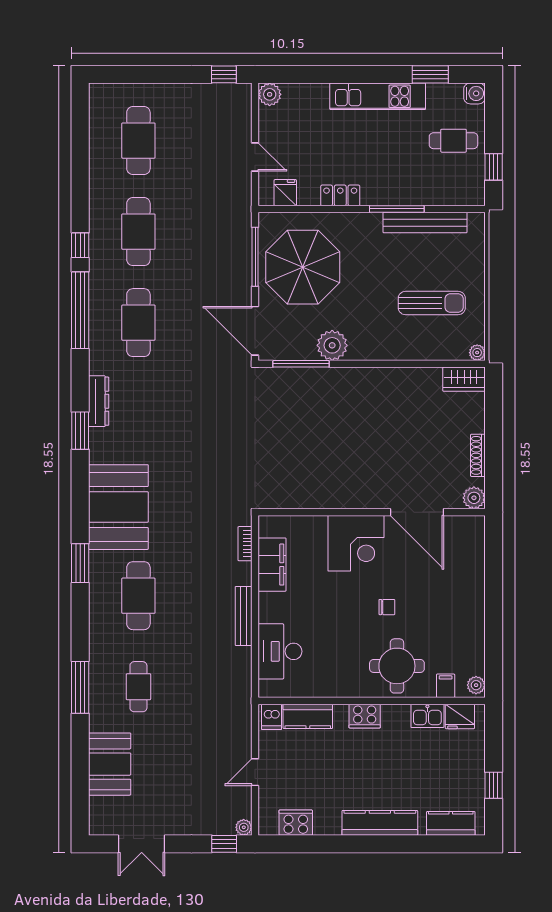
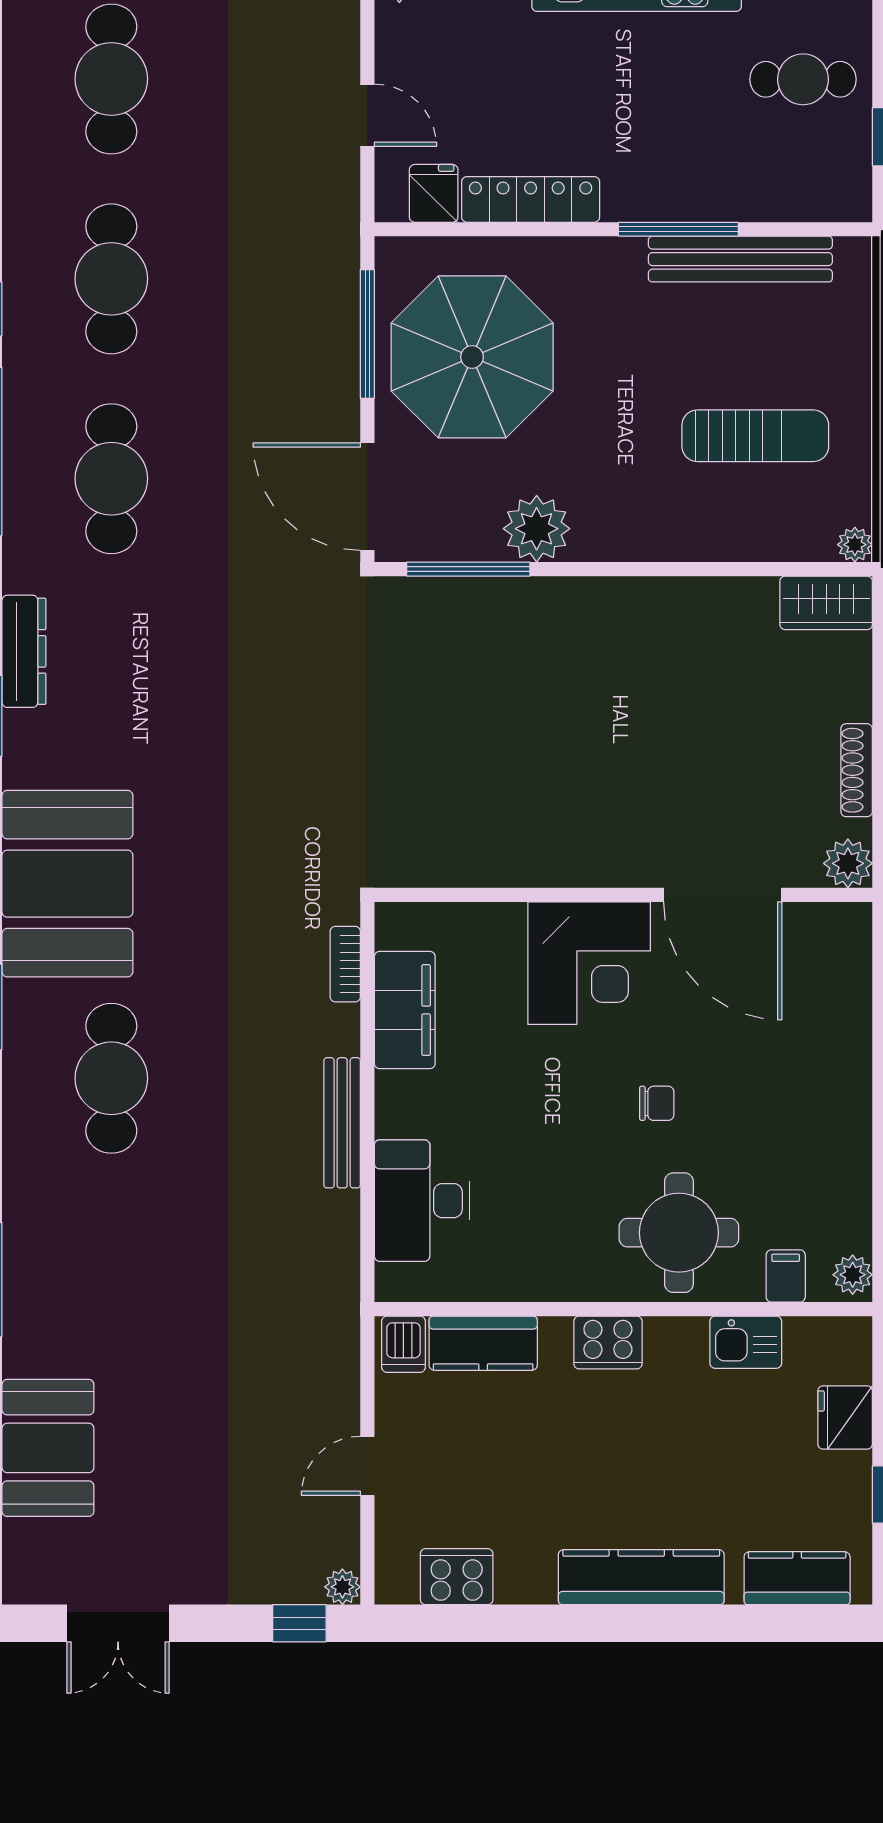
locker: (340, 195) -> (531, 199), width x1.53
cafe table: (138, 687) -> (111, 1278), removed
fridge: (460, 716) -> (845, 1417), moved, turned 90

